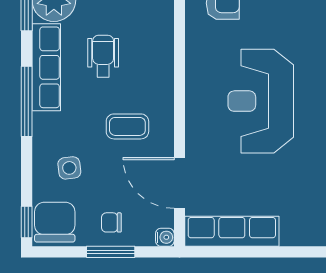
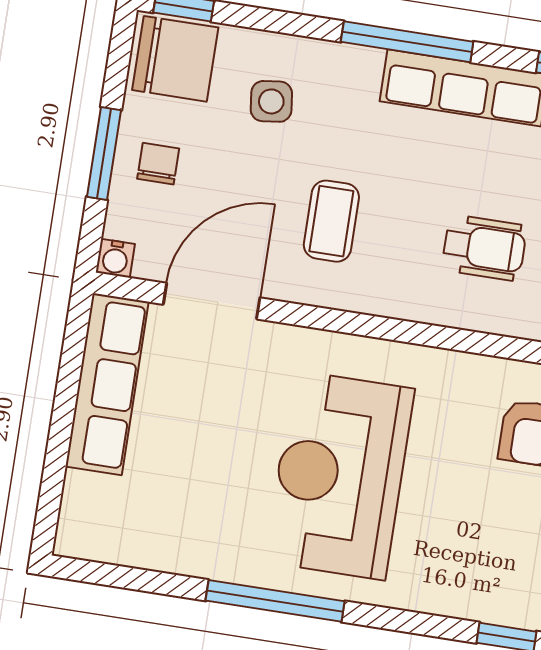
wheelchair: (103, 56) -> (484, 248), moved
reception desk: (261, 101) -> (340, 475), turned -90

